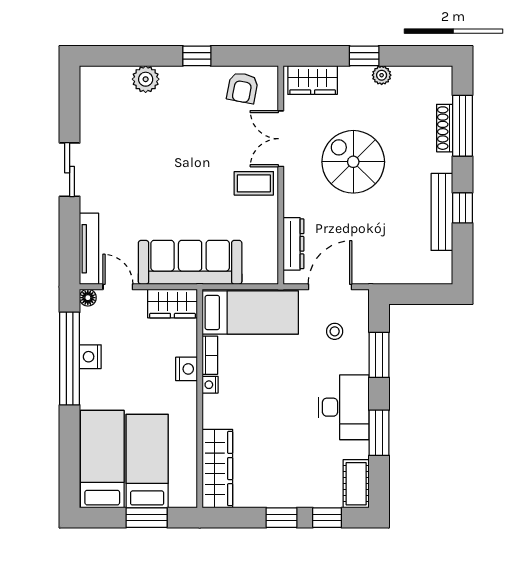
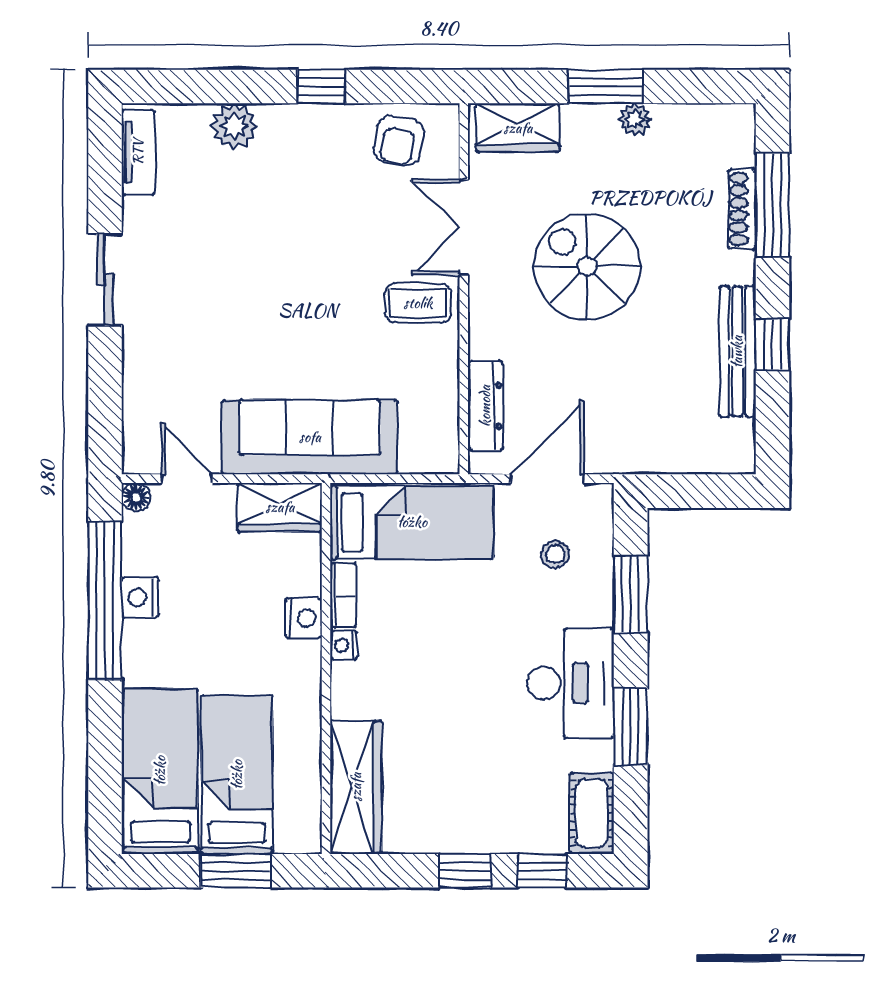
window: (364, 56) -> (605, 86), width x1.50
tv unit: (89, 249) -> (138, 152), moved, width x0.71

